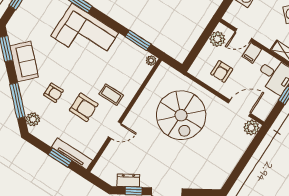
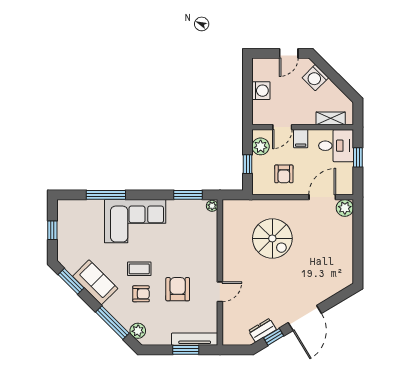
window: (199, 46) -> (248, 164), added
coffee table: (111, 95) -> (139, 269), moved
armchair: (84, 107) -> (178, 289), turned -90
spiral stairs: (181, 115) -> (272, 238), width x0.73, depth x0.73

